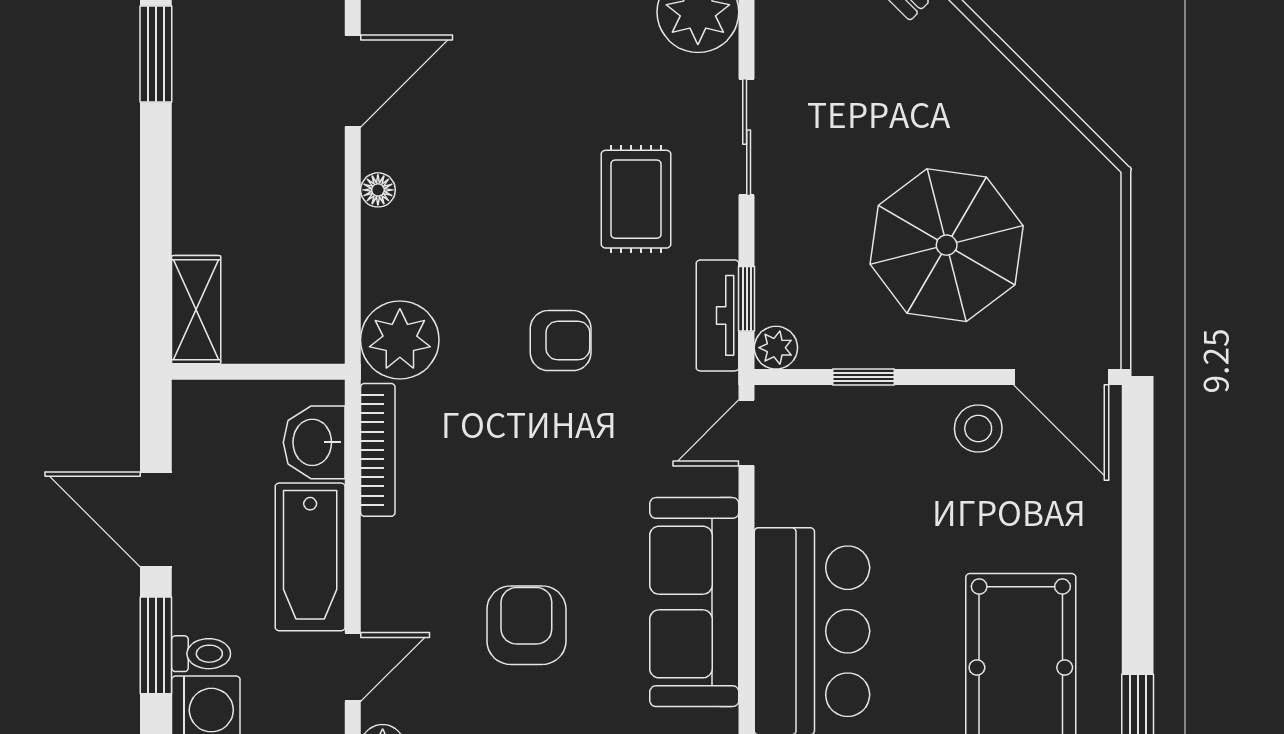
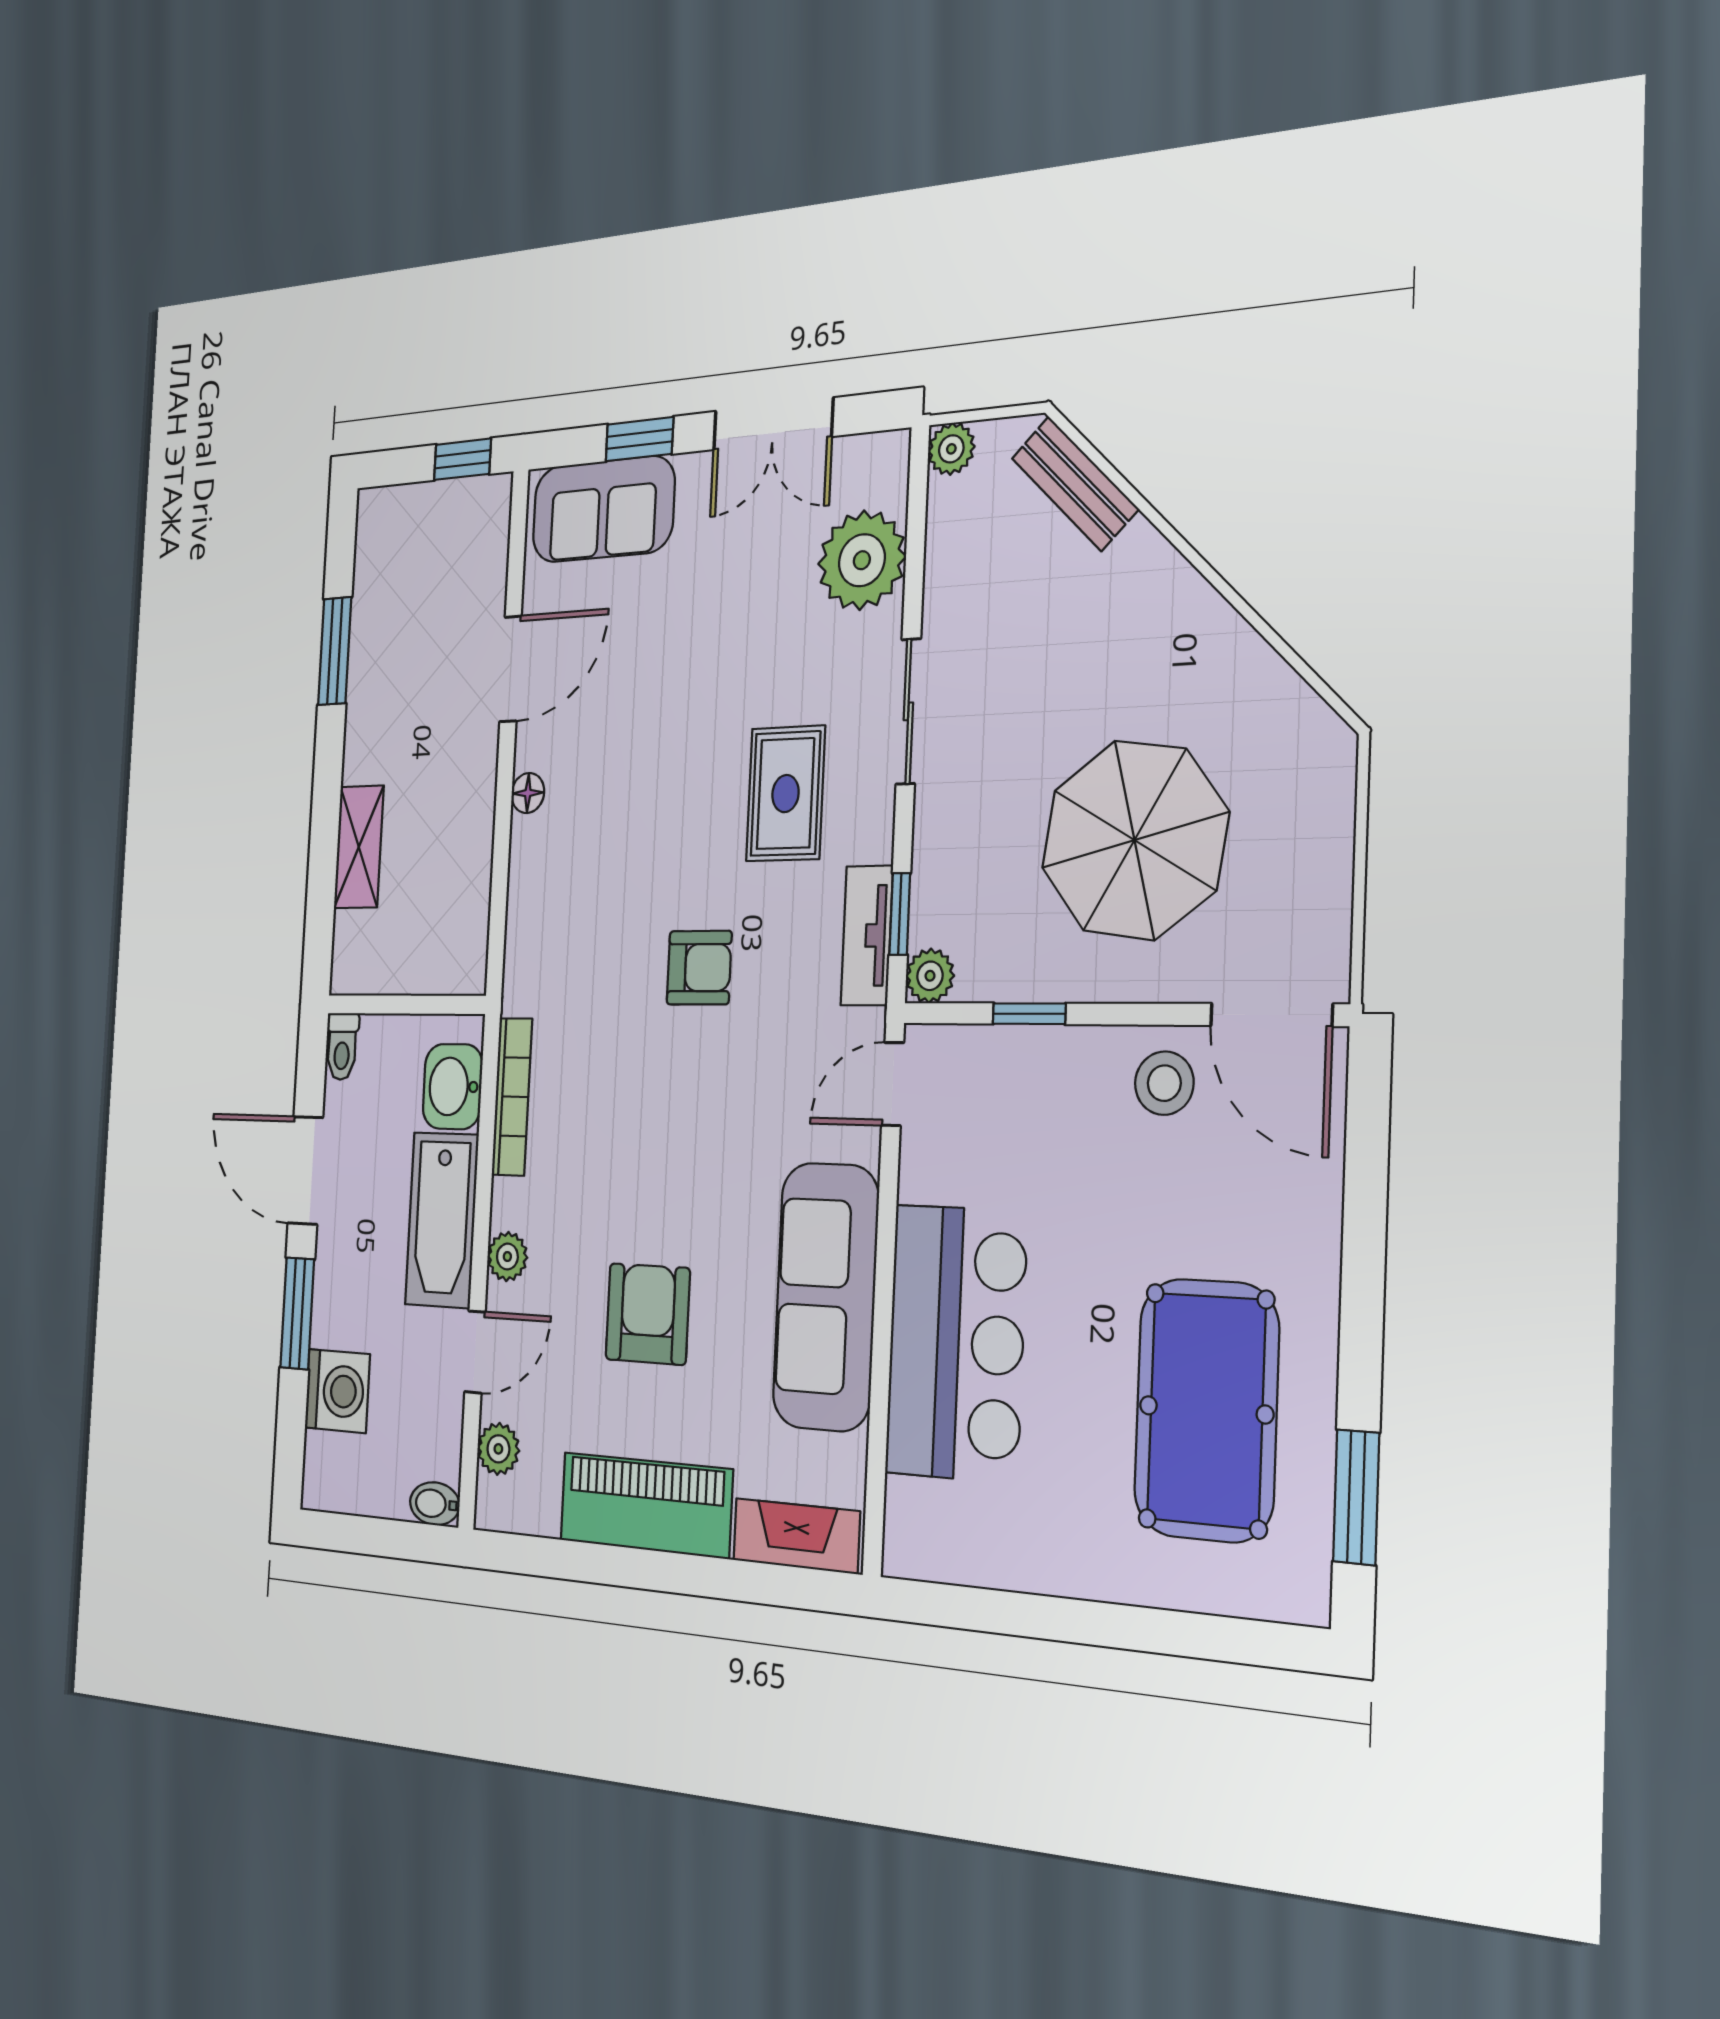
shelving: (196, 310) -> (359, 847), moved
plant: (400, 340) -> (507, 1257), moved, width x0.53, depth x0.53
toilet: (201, 654) -> (342, 1046), moved, turned 90

